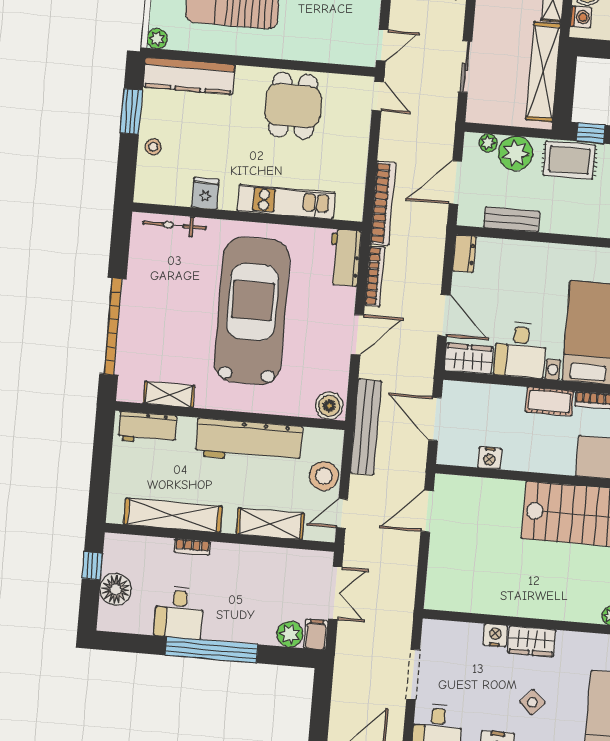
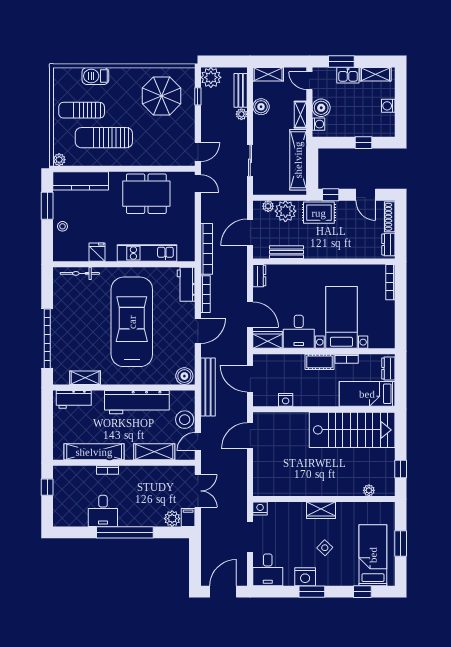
dining table: (293, 106) -> (146, 194), width x1.38
floor lamp: (116, 589) -> (63, 500), removed
nightstand: (495, 635) -> (260, 508), moved

